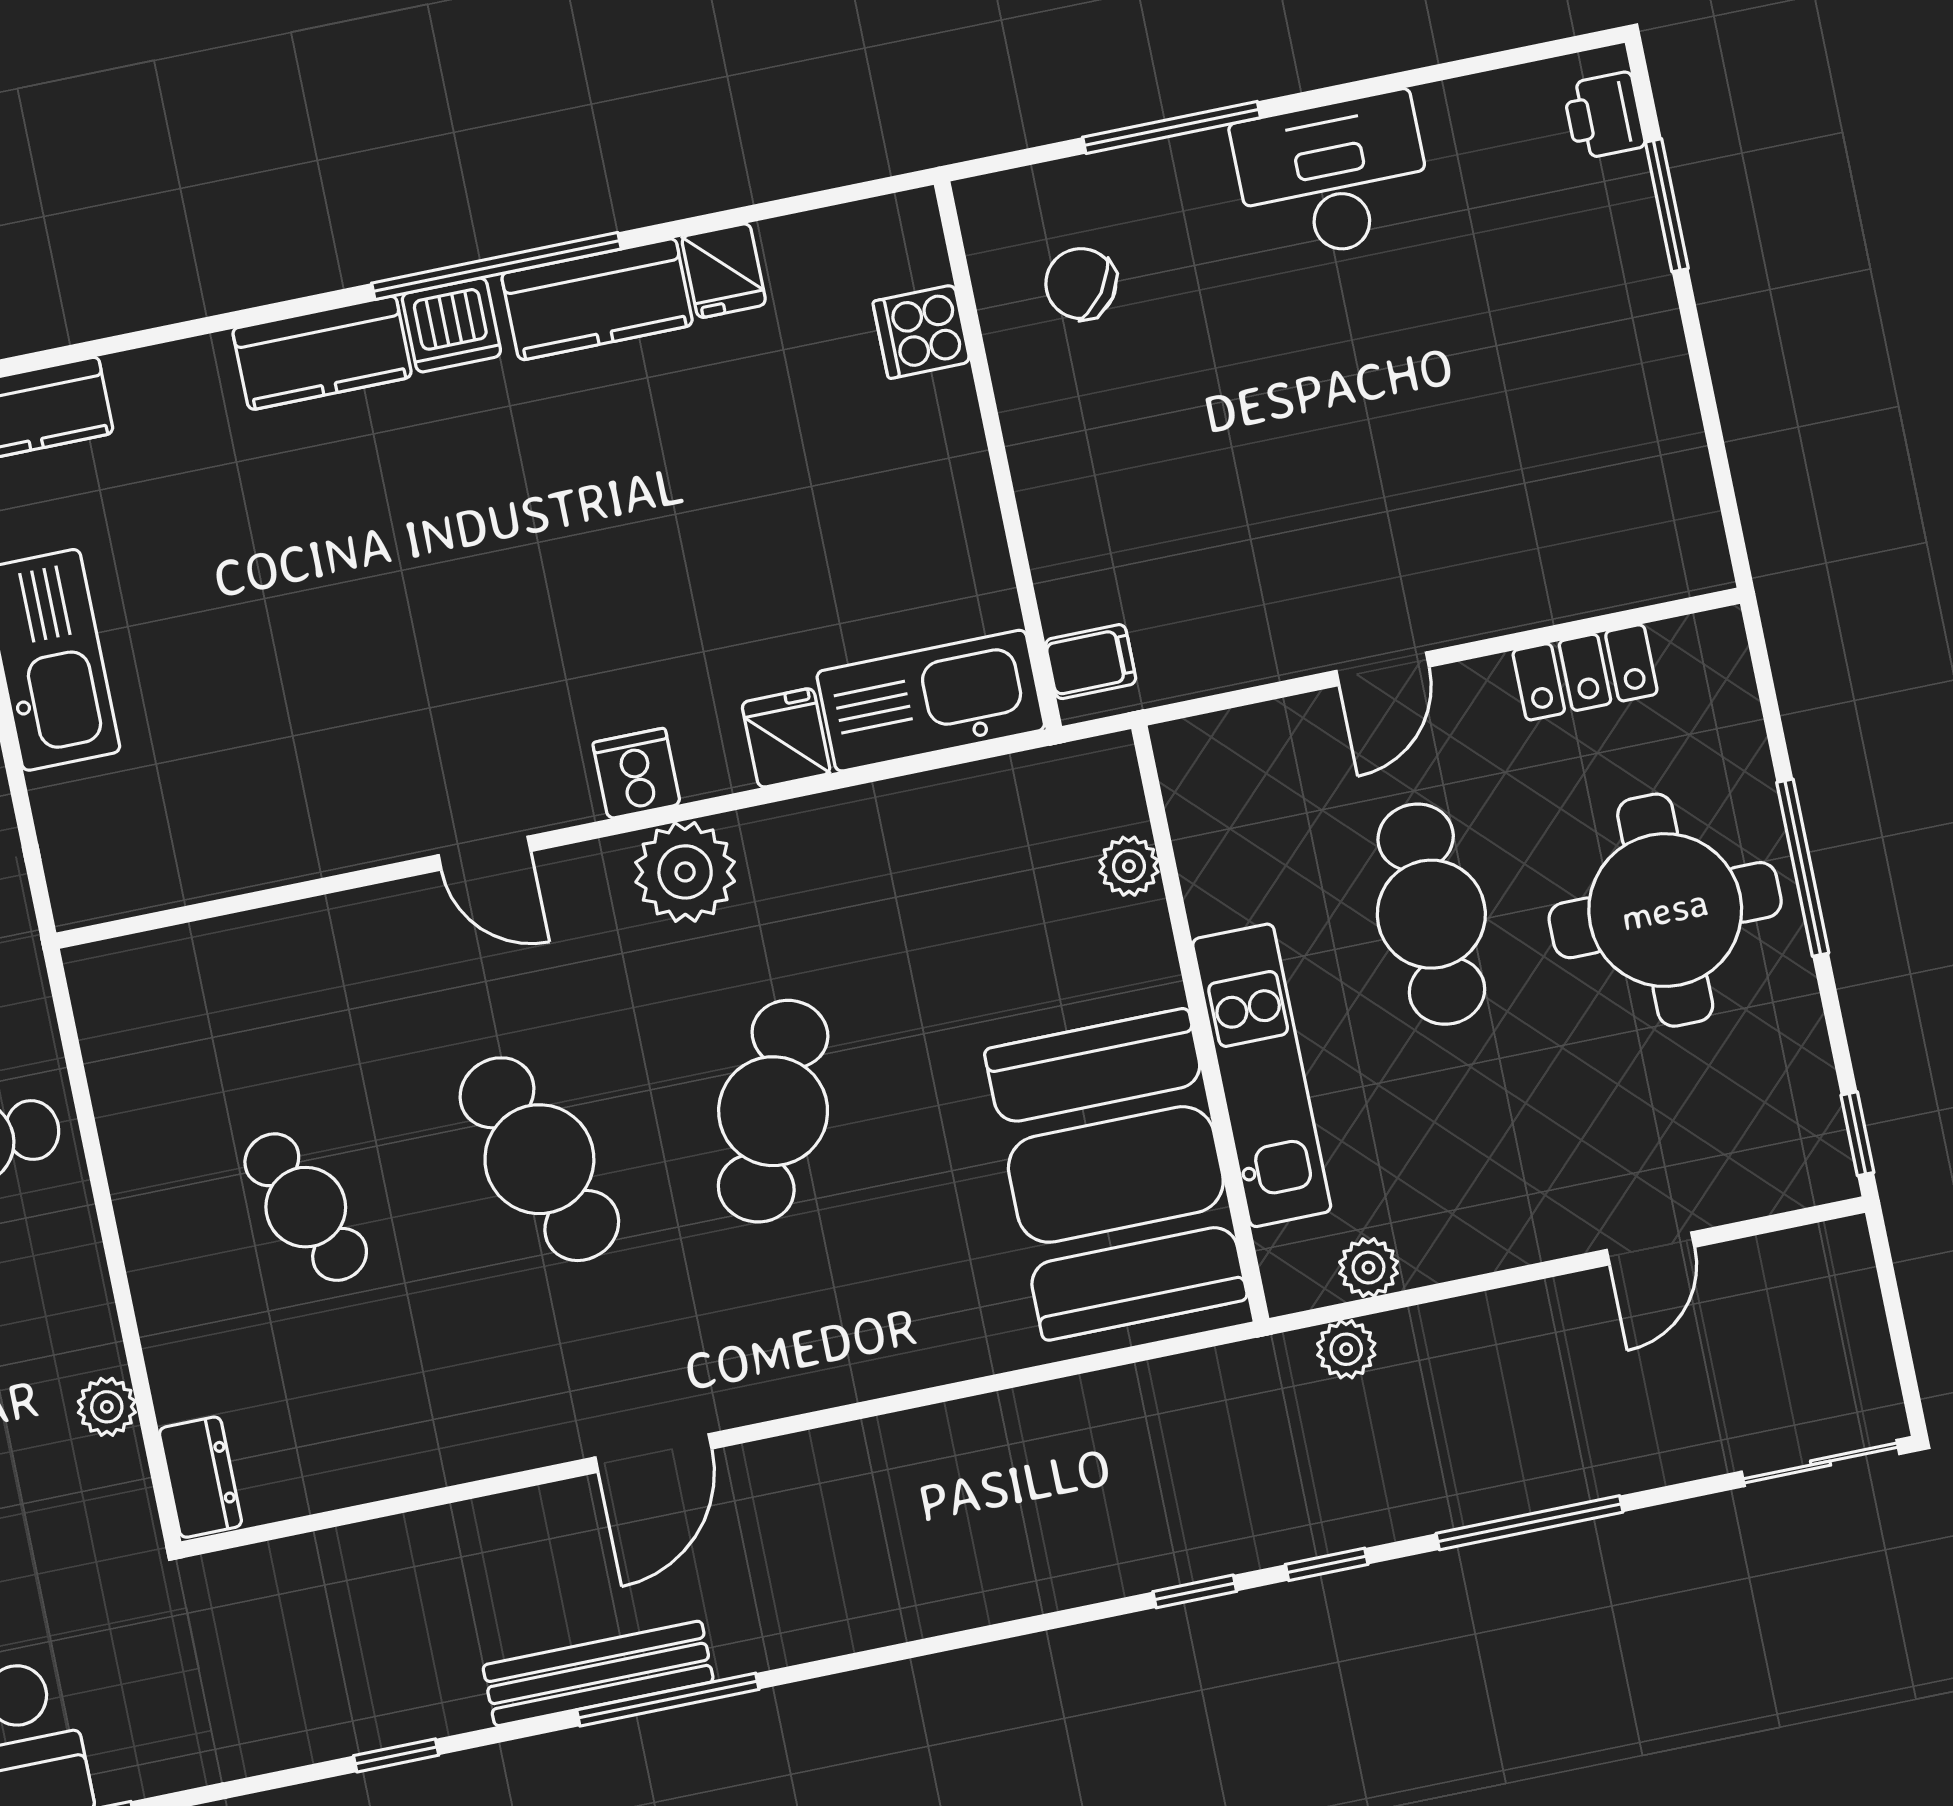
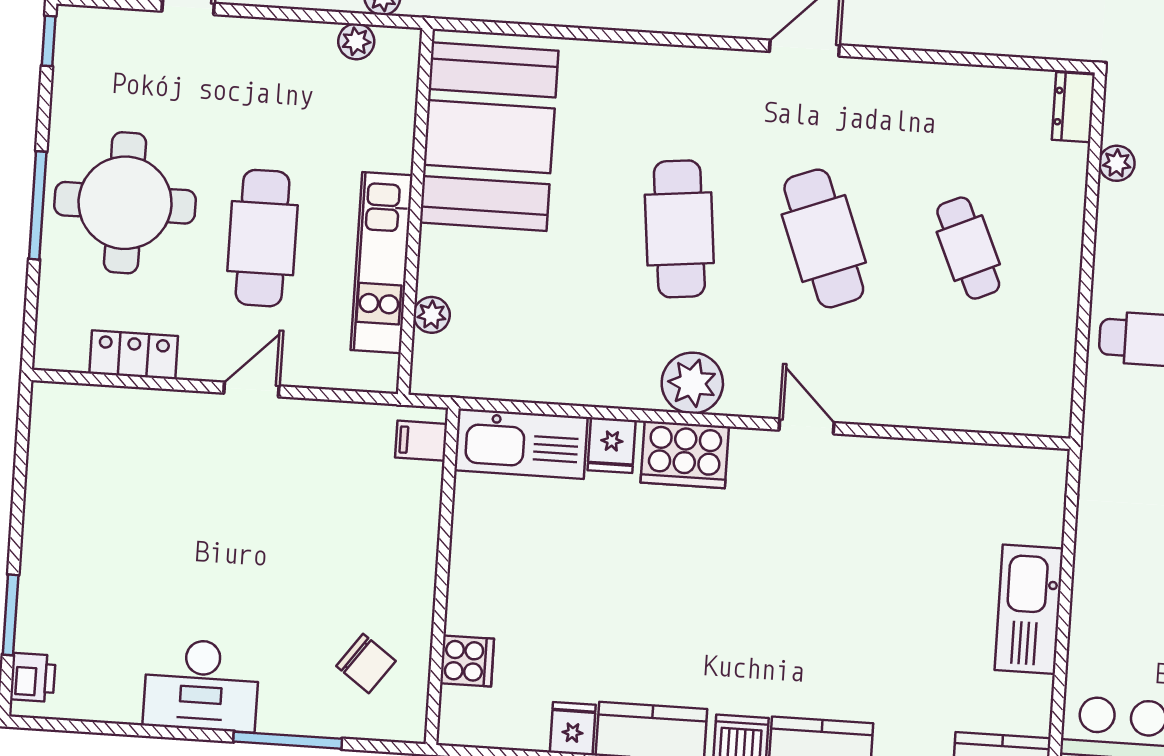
cooker: (637, 773) -> (685, 454), width x1.87, depth x1.31
kitchen unit: (1262, 1075) -> (382, 263), moved
cafe table: (773, 1111) -> (679, 229), turned -30

